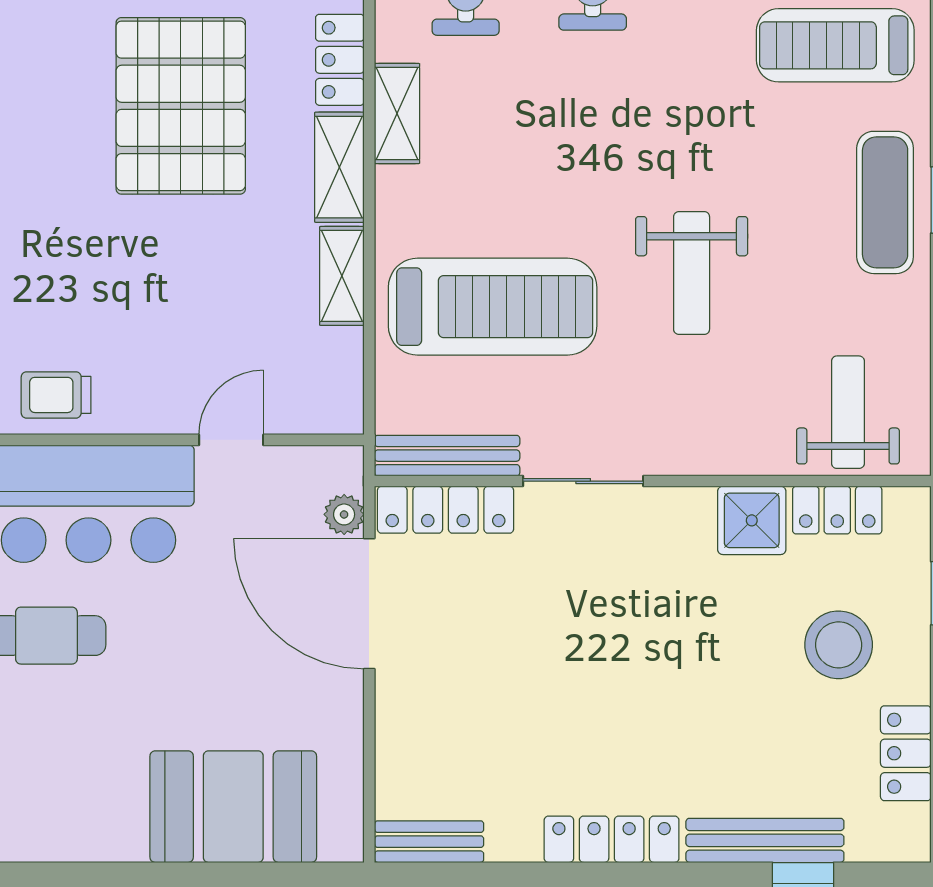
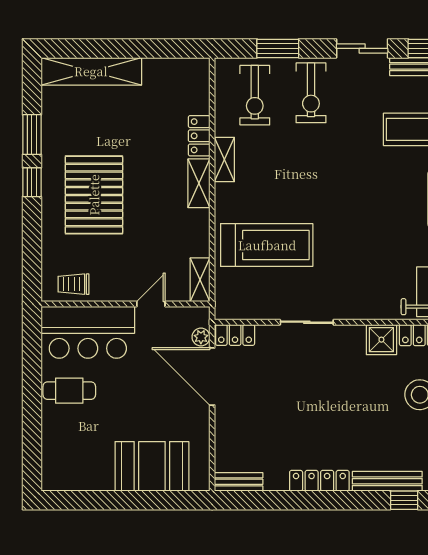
pallet: (181, 106) -> (94, 195), moved
weight bench: (692, 273) -> (355, 230), removed
shelving: (342, 276) -> (200, 280), moved
bench: (447, 456) -> (247, 311), removed
locker: (445, 510) -> (235, 335), width x0.66

